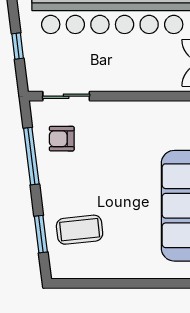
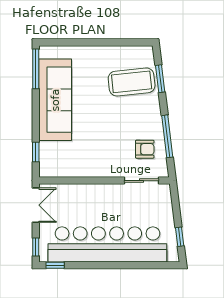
window: (18, 46) -> (180, 237), moved
coffee table: (80, 230) -> (132, 82), width x1.36, depth x1.32

